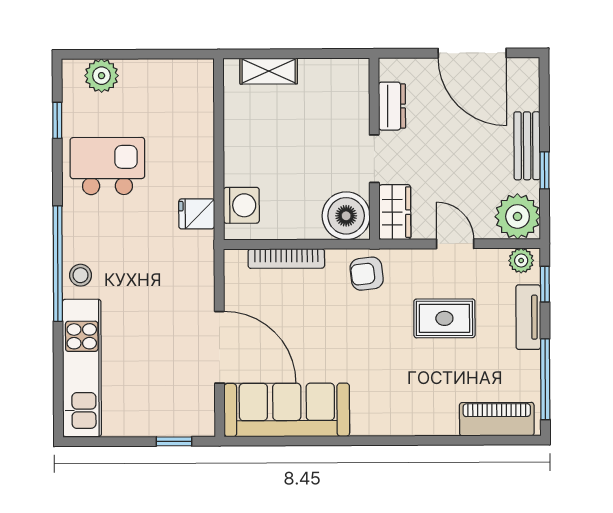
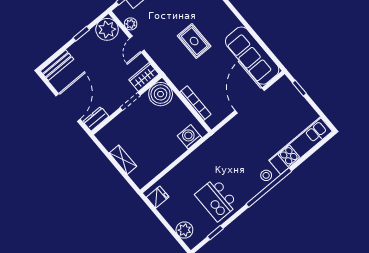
door: (472, 53) -> (68, 107), moved
shelving: (269, 71) -> (123, 160), moved
dresser: (392, 106) -> (96, 119), moved
bench: (527, 146) -> (57, 65), moved
fridge: (197, 214) -> (158, 197), moved, turned -90
plant: (521, 261) -> (131, 24), moved
armchair: (367, 274) -> (176, 68), removed
rug: (444, 318) -> (194, 41), moved

